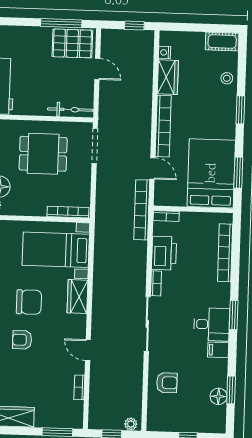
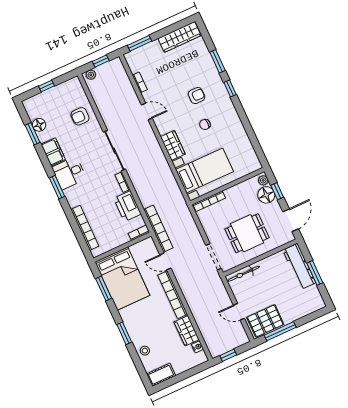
chair: (29, 302) -> (205, 124), width x0.54, depth x0.54
filing cabinet: (218, 350) -> (53, 152), width x2.00

